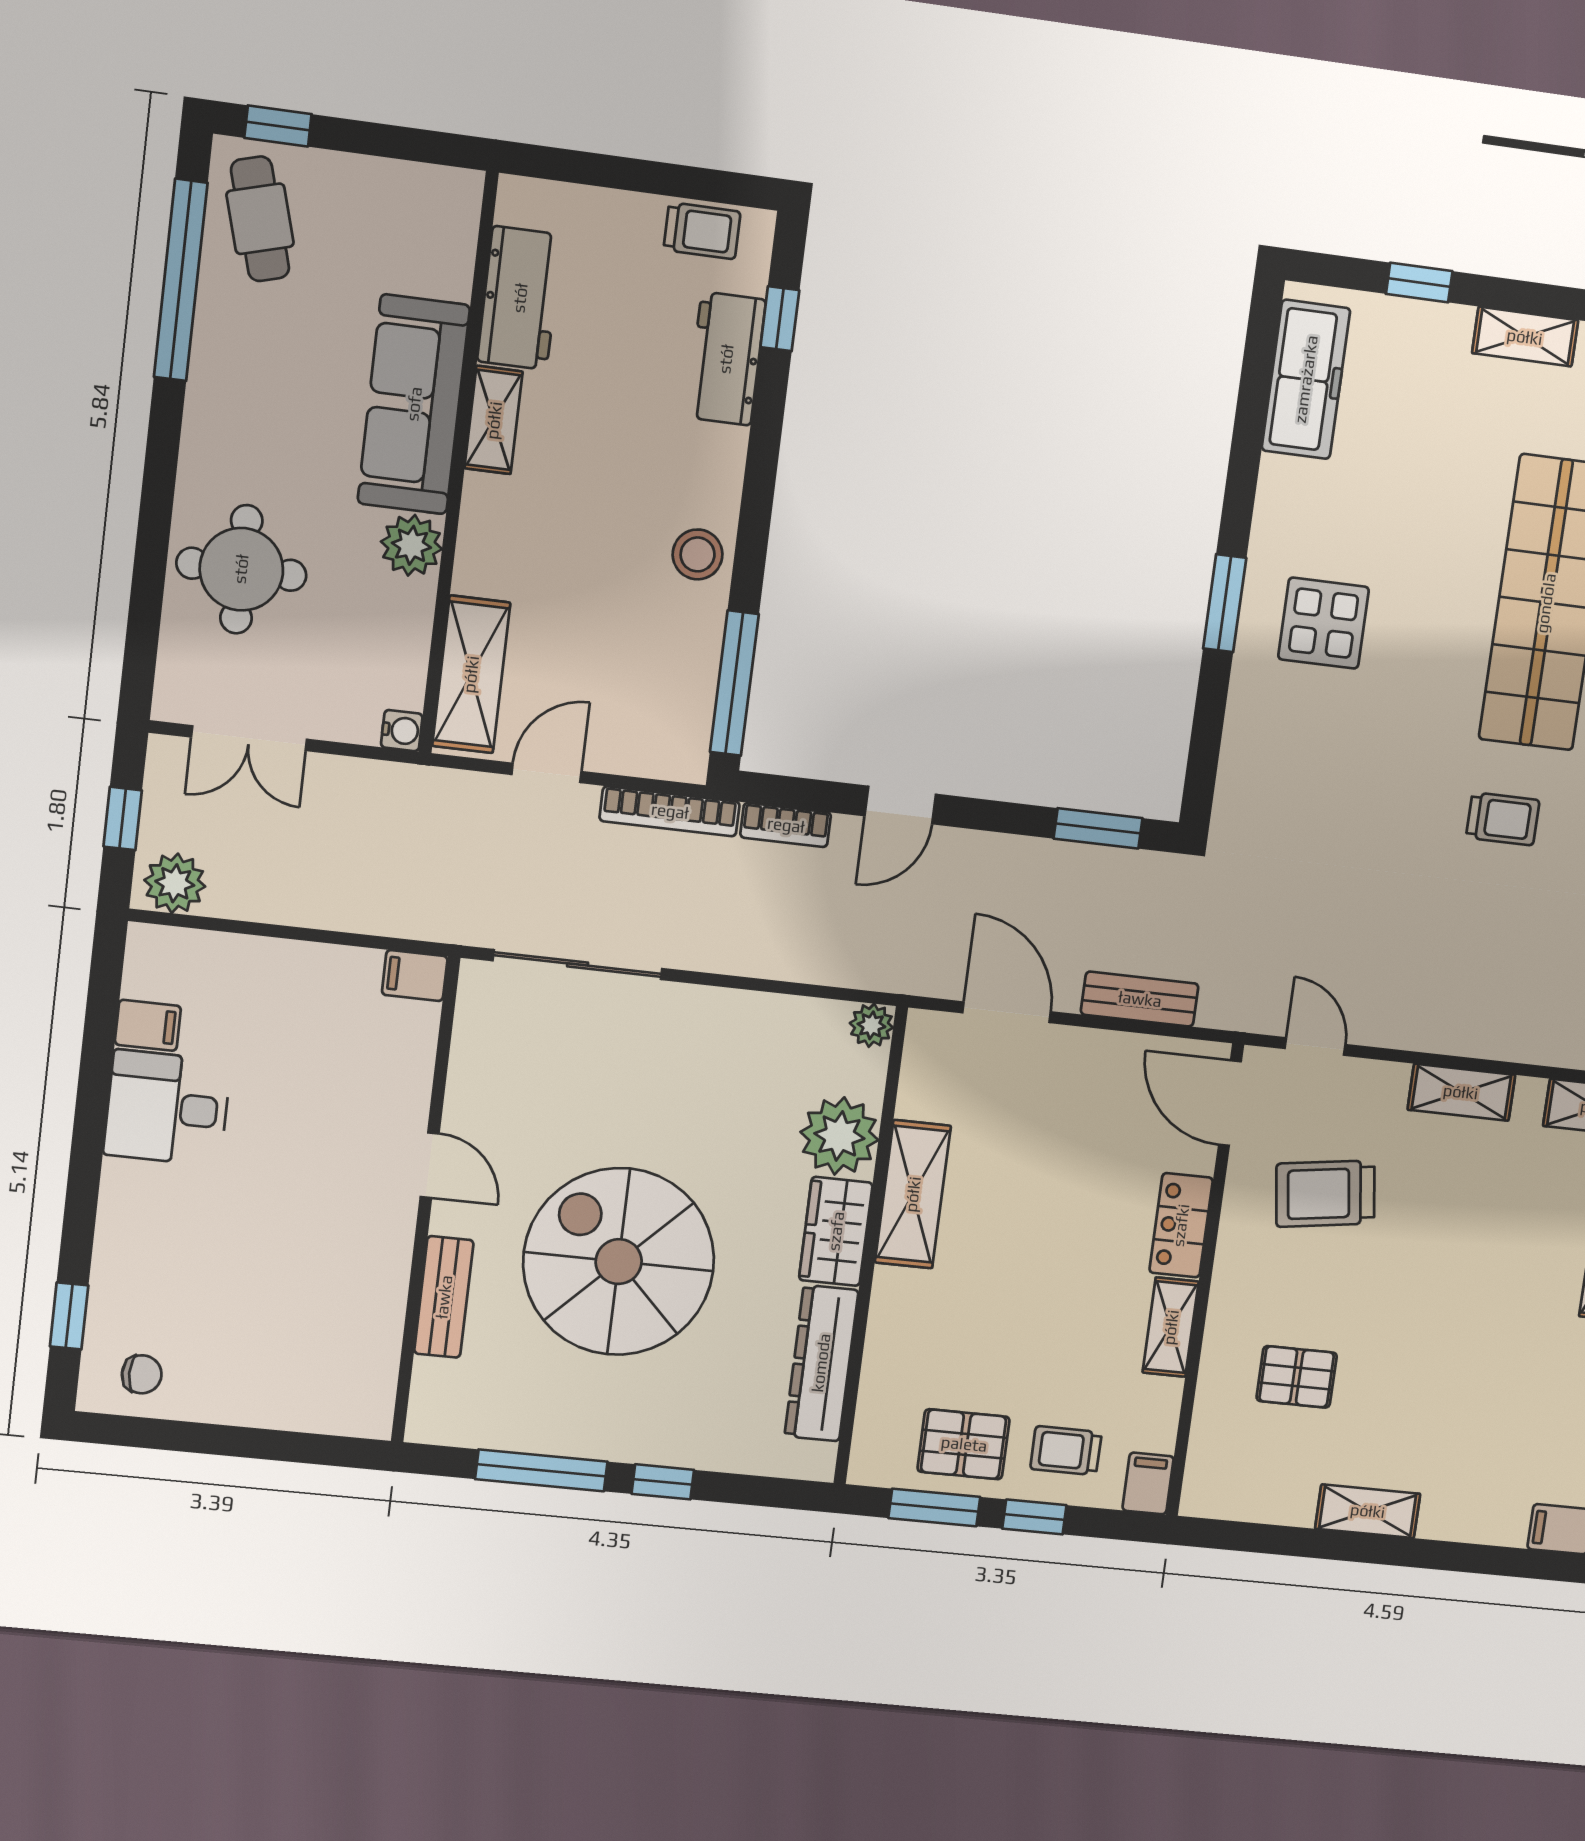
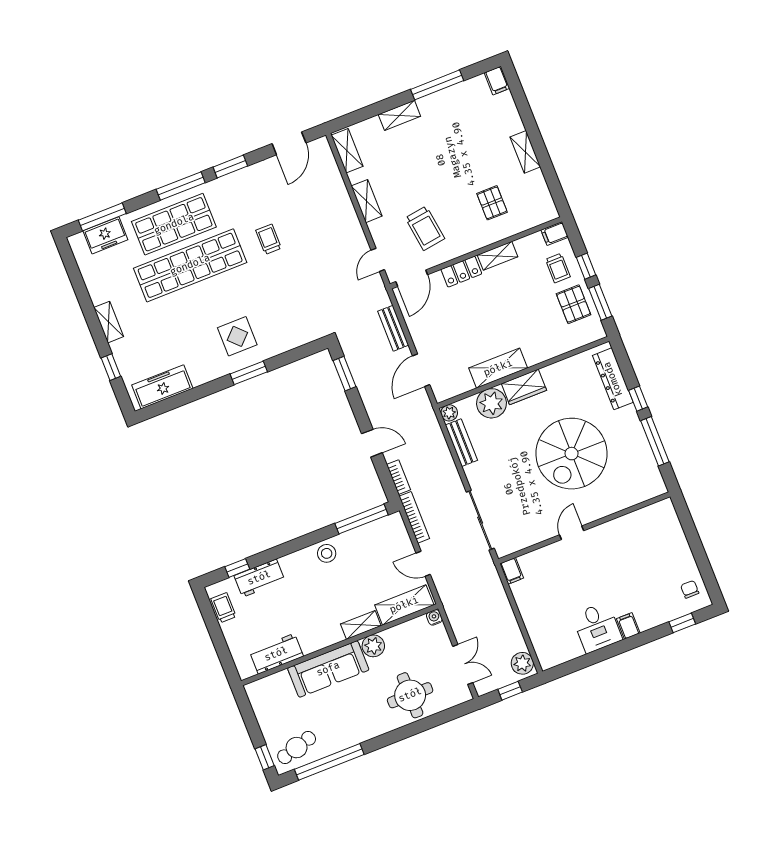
shelving: (494, 420) -> (361, 625), moved
filing cabinet: (148, 1025) -> (628, 626), moved
bench: (444, 1297) -> (461, 443), moved, turned 90
dresser: (821, 1363) -> (613, 379), moved, turned 90

